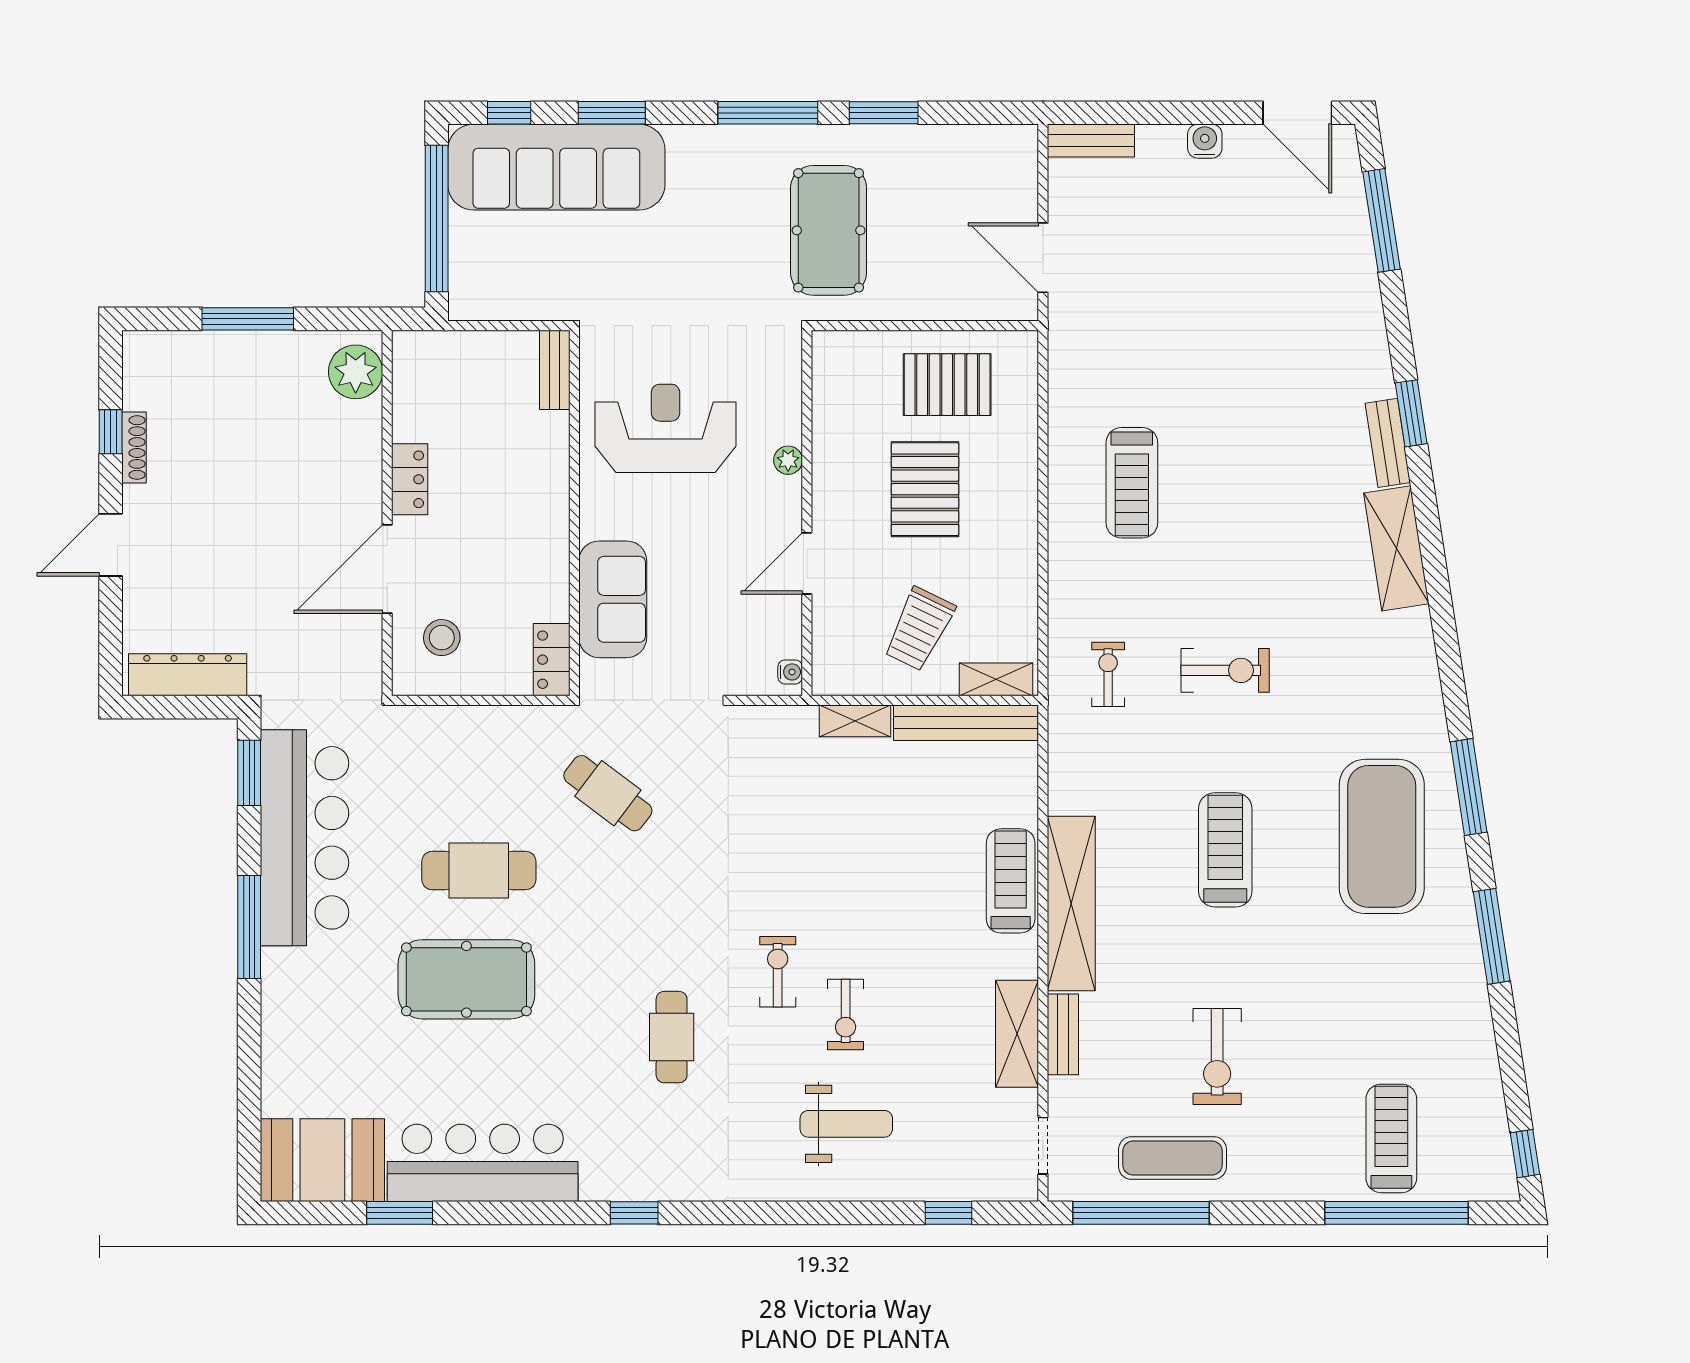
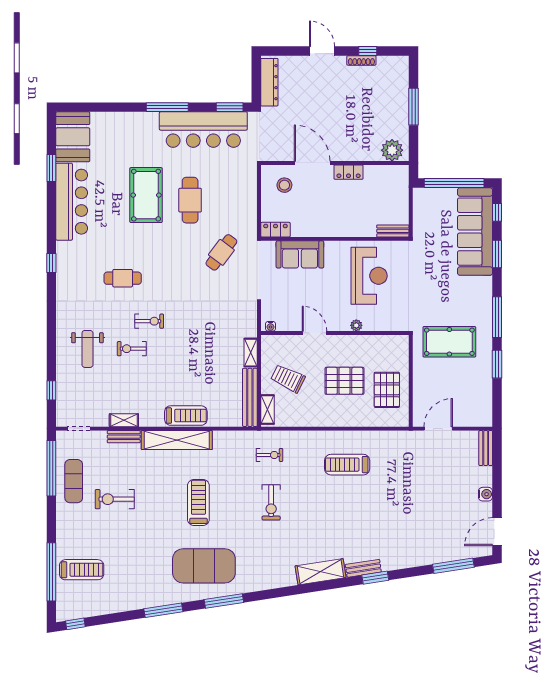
treadmill: (1225, 850) -> (198, 502), turned -90
shelving: (1017, 1034) -> (124, 420), width x0.67, depth x0.75

